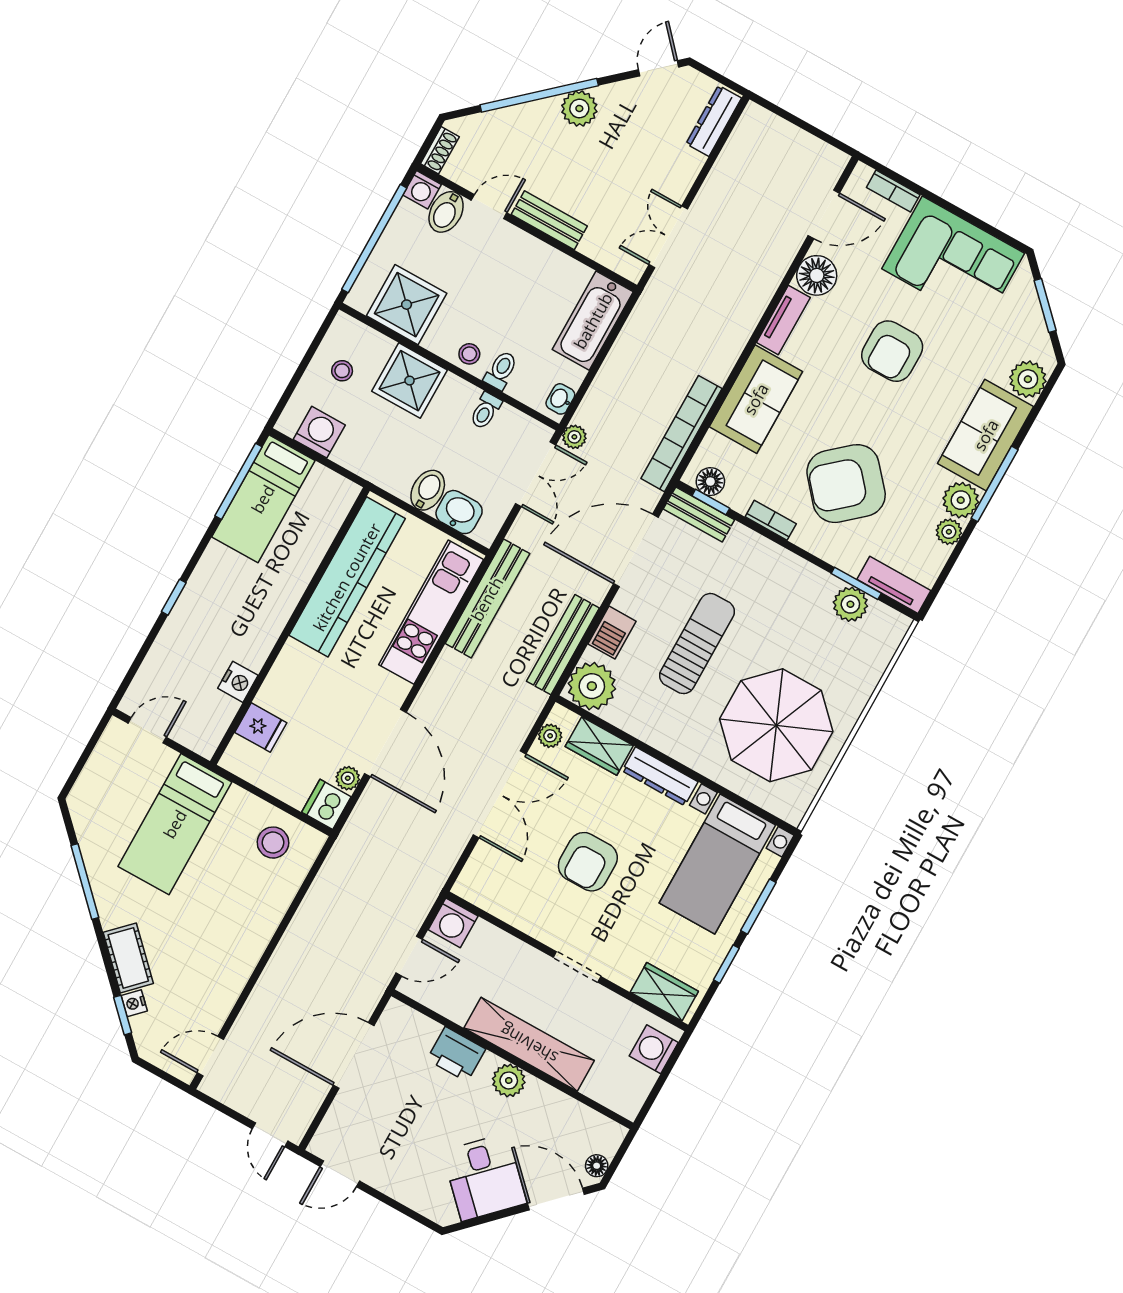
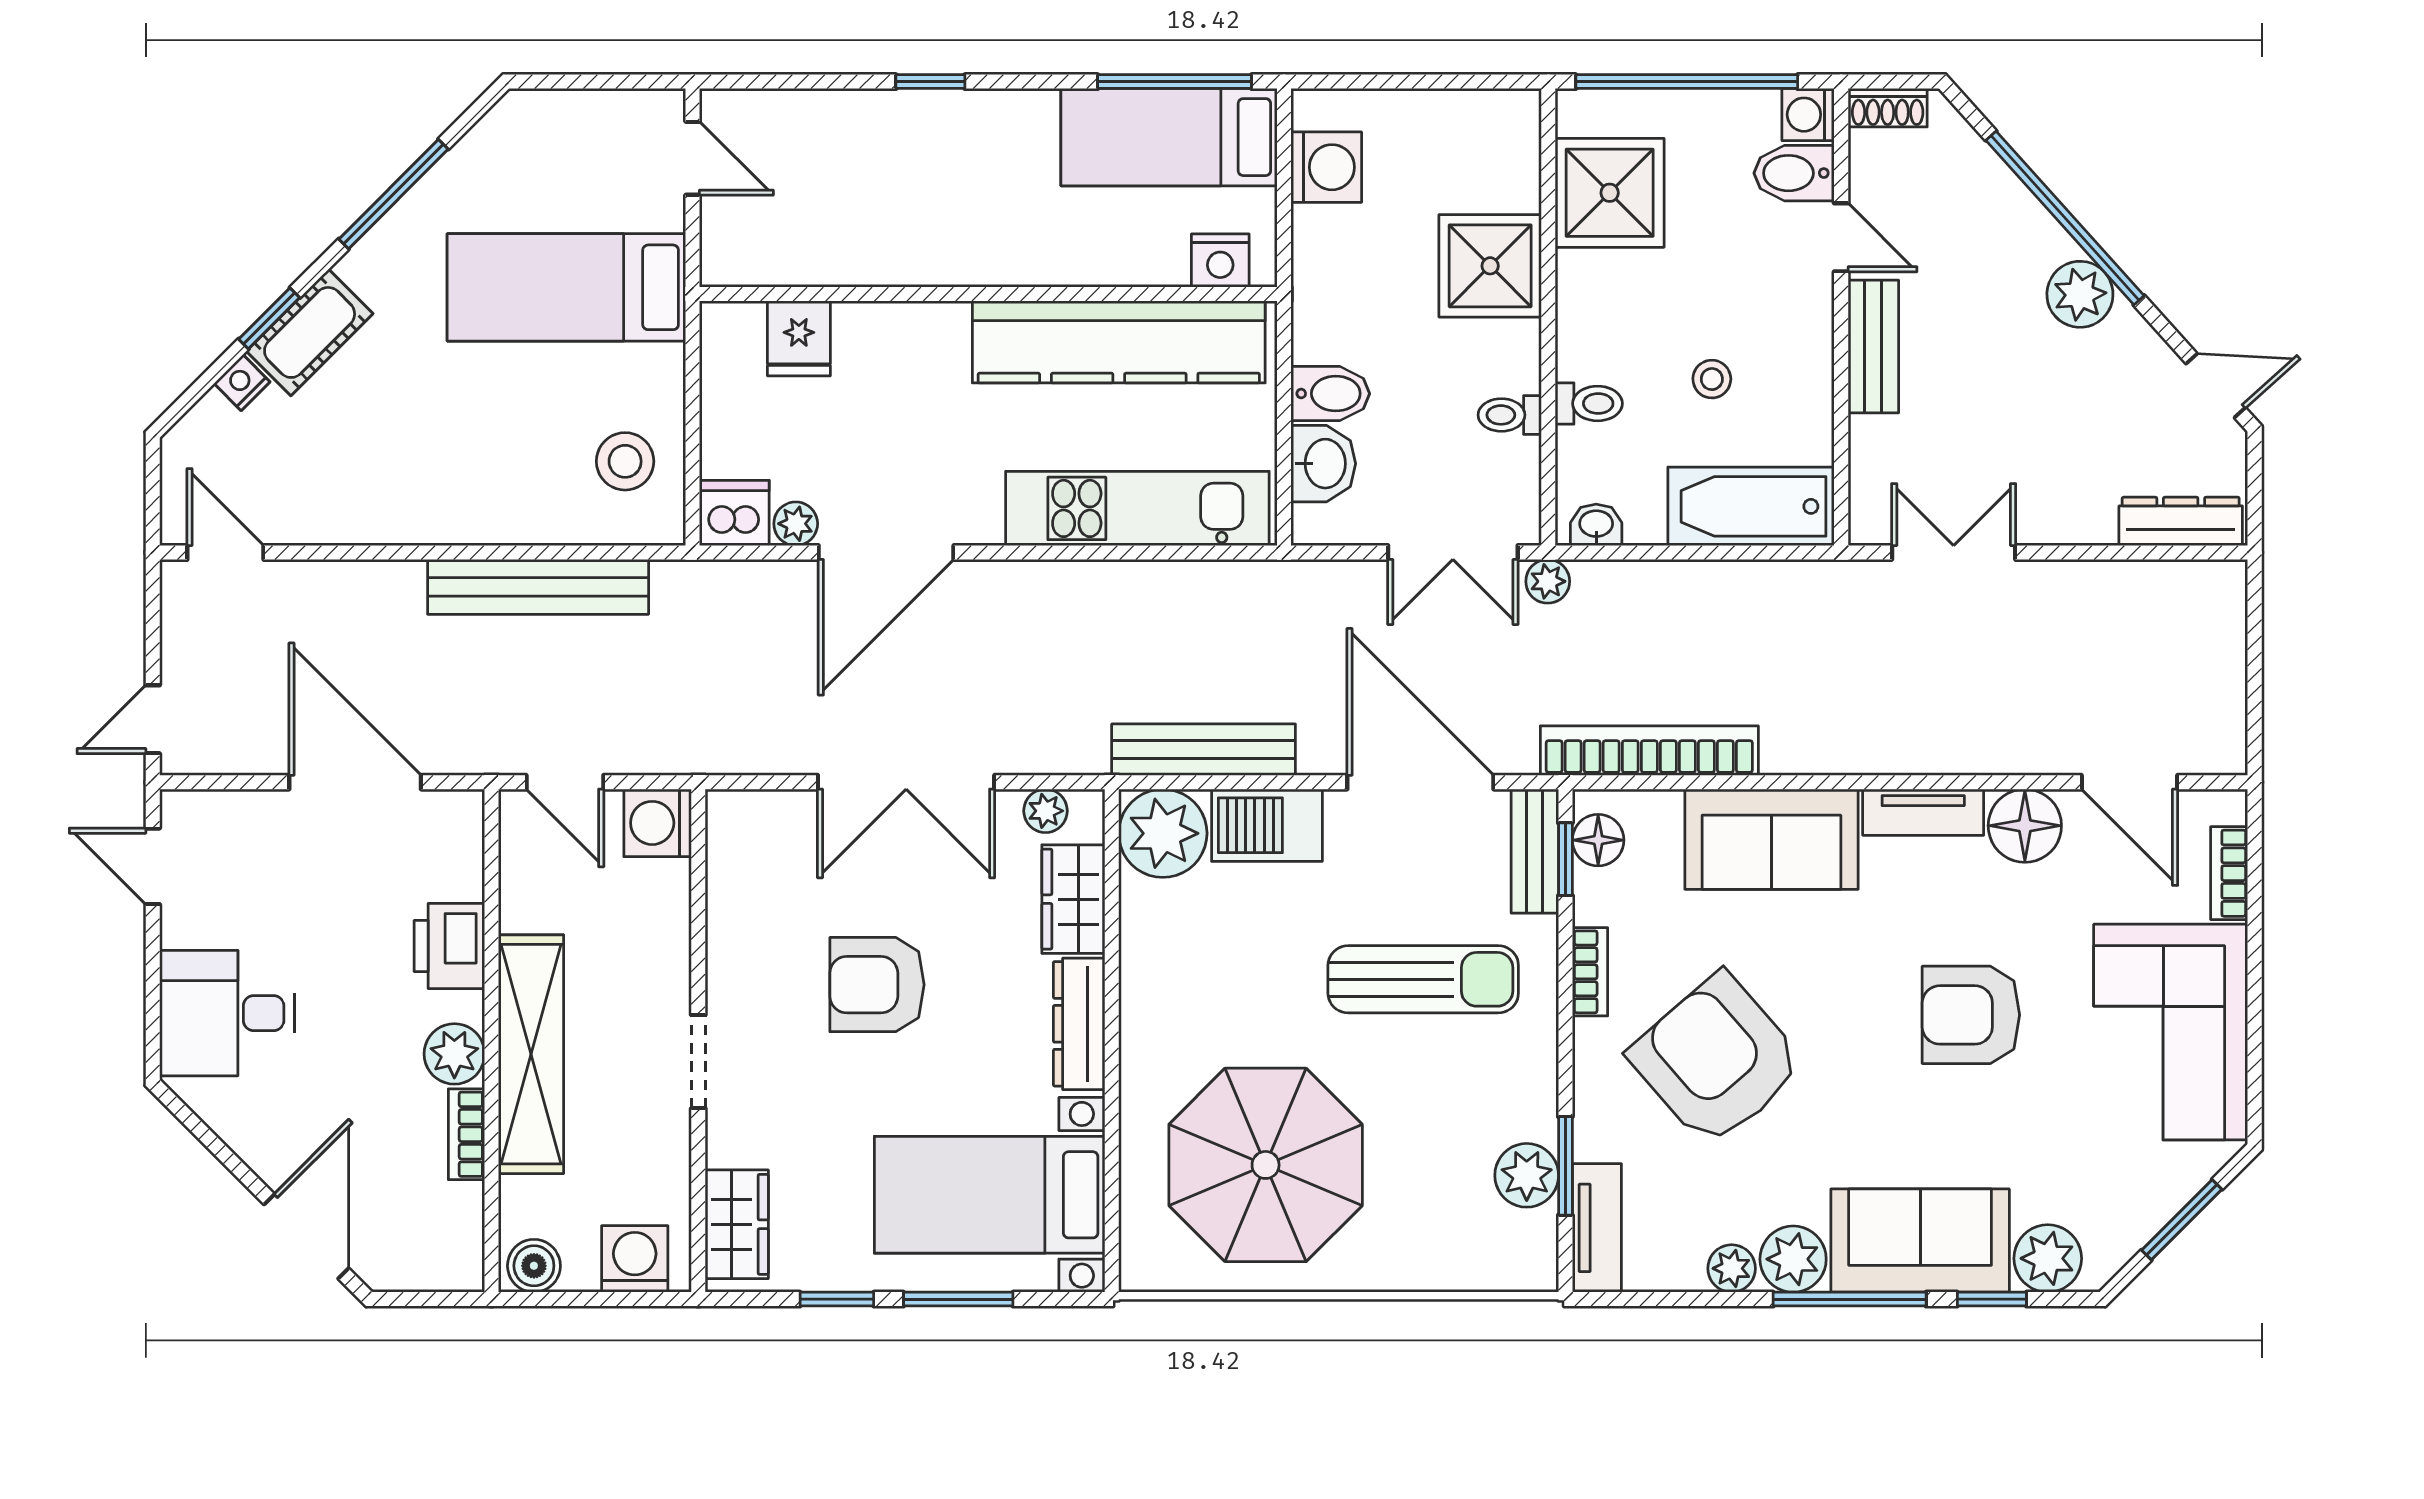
stool: (469, 354) -> (1712, 379), moved
stool: (342, 371) -> (1445, 149), removed
window: (1032, 416) -> (1992, 1299), added
bench: (487, 599) -> (538, 587), moved
barbecue: (612, 633) -> (1267, 825), width x1.38, depth x1.27
sun lounger: (697, 644) -> (1423, 979), moved
nightstand: (238, 682) -> (1220, 261), moved
window: (123, 1015) -> (269, 318), moved
bookcase: (550, 1096) -> (466, 1134), added
boiler: (630, 1099) -> (534, 1266), added
floor lamp: (597, 1166) -> (396, 1272), removed
desk: (484, 1177) -> (227, 1013), moved, turned 45

